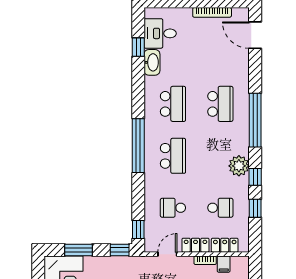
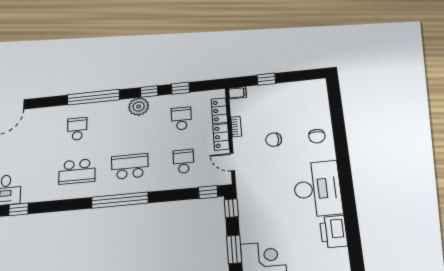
washbasin: (152, 62) -> (34, 195), removed
school desk: (173, 104) -> (77, 171), turned 180
school desk: (220, 104) -> (77, 129), width x0.54
school desk: (173, 208) -> (183, 161), turned 180
filing cabinet: (224, 264) -> (237, 93), moved

